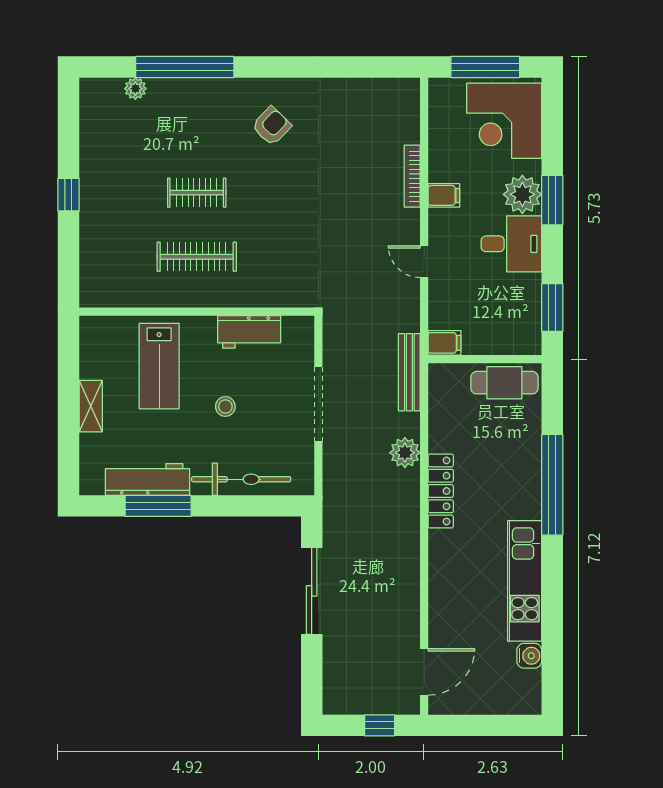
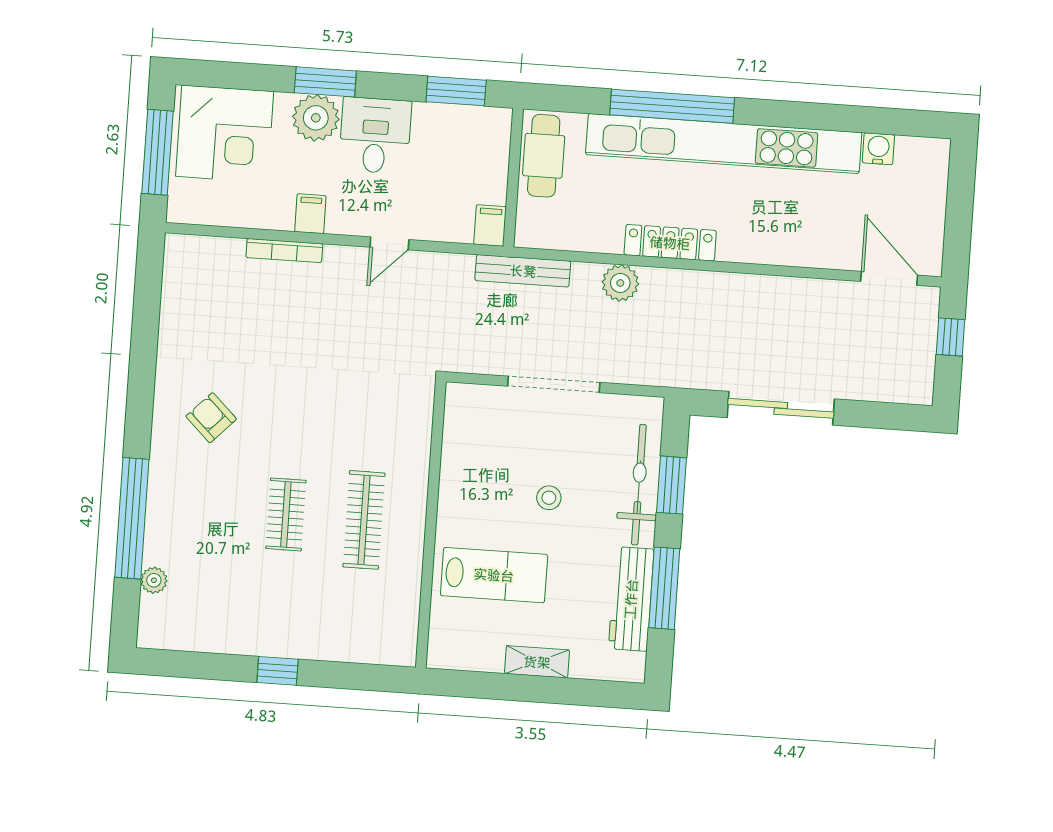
workbench: (249, 332) -> (460, 463), removed
window: (243, 506) -> (671, 485), added
kitchen unit: (525, 581) -> (724, 144), width x1.86

